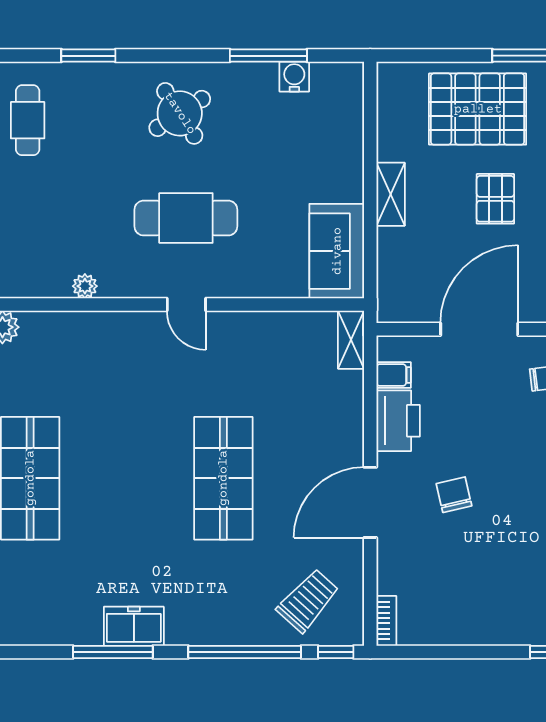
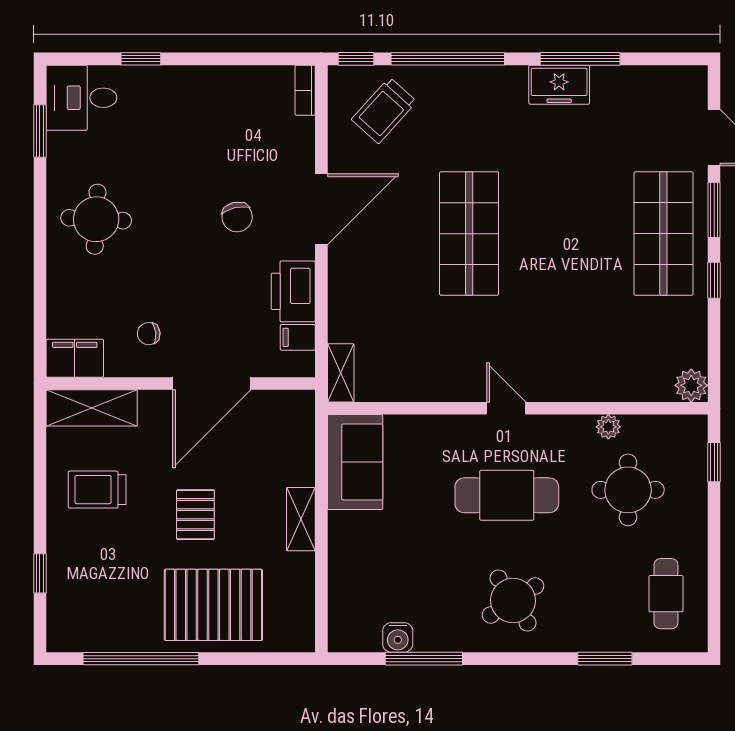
round table: (65, 223) -> (628, 490), added

